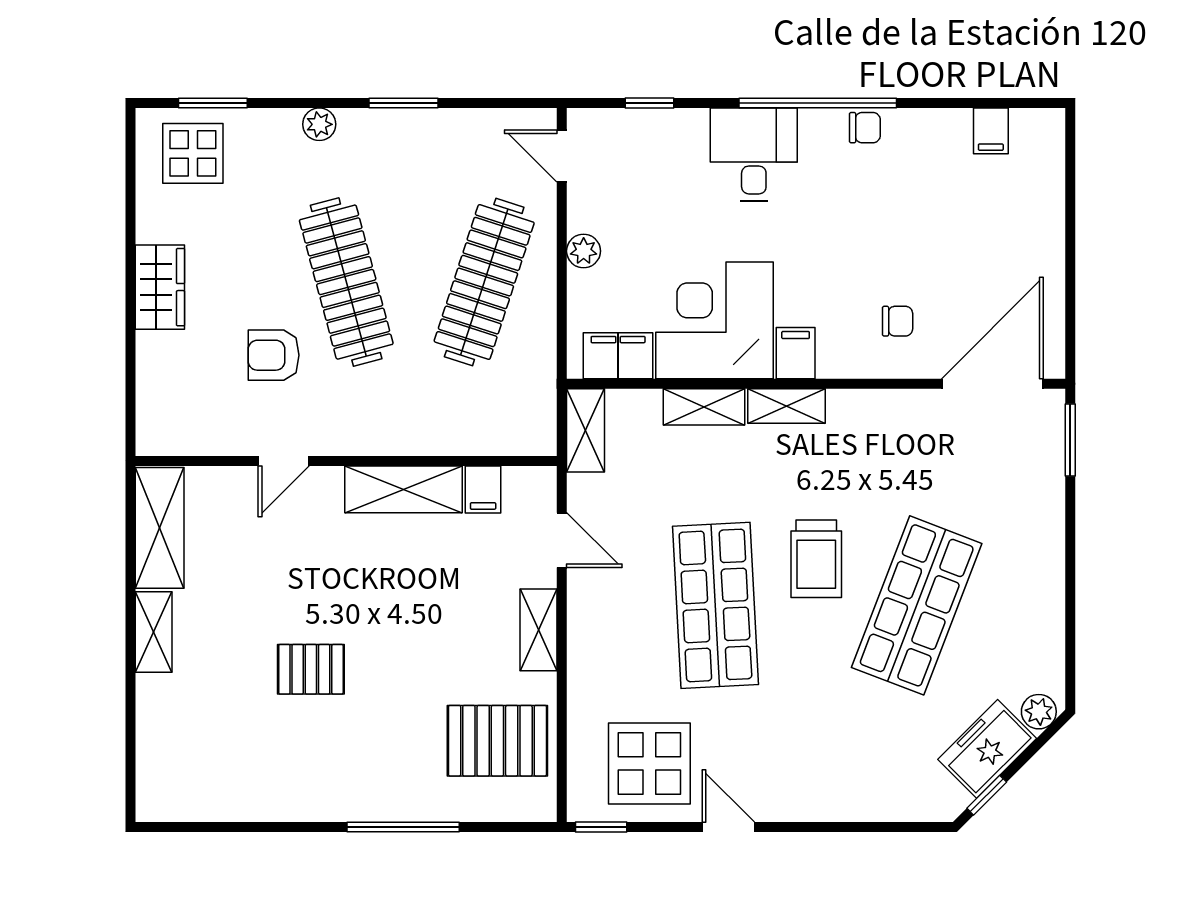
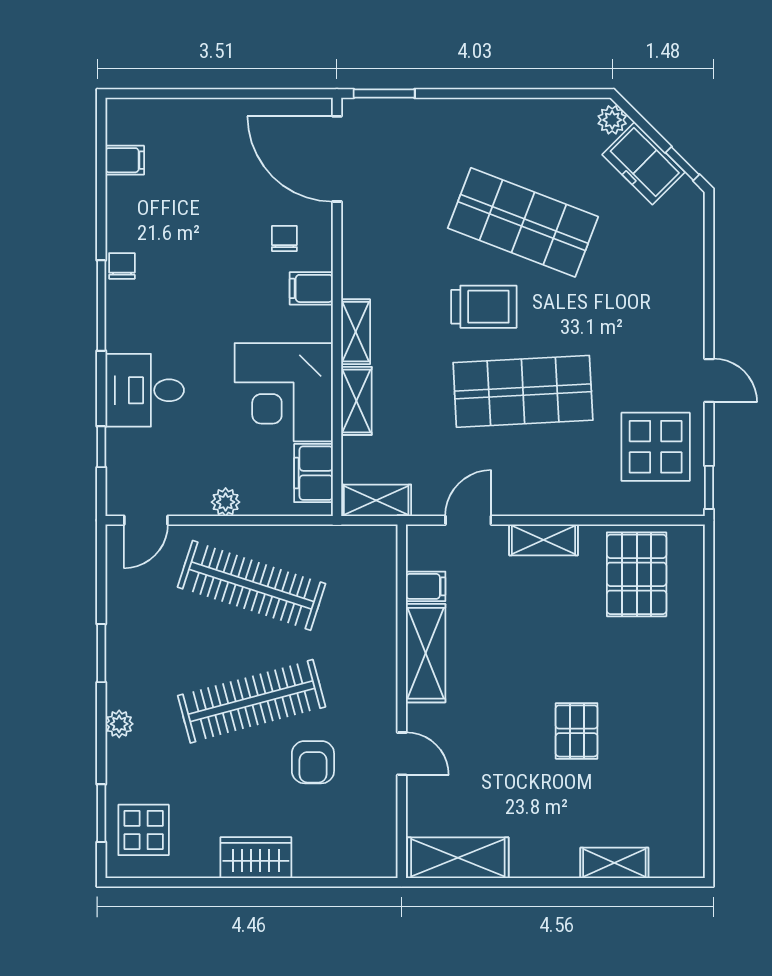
window: (818, 103) -> (101, 305), width x0.68
desk: (754, 155) -> (145, 390), moved
filing cabinet: (796, 353) -> (311, 288), moved
shelving: (154, 632) -> (614, 863), moved
window: (403, 827) -> (709, 653), removed
door: (728, 827) -> (709, 380), swing flipped

